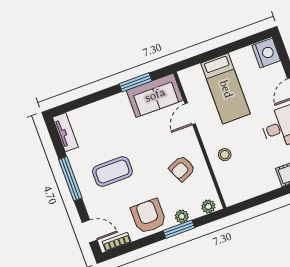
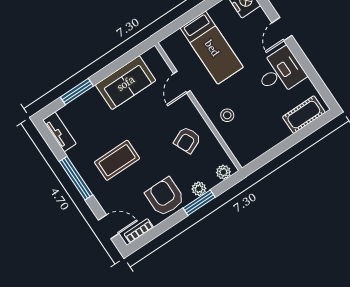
window: (136, 82) -> (77, 91), moved
sofa: (155, 95) -> (126, 83), moved

